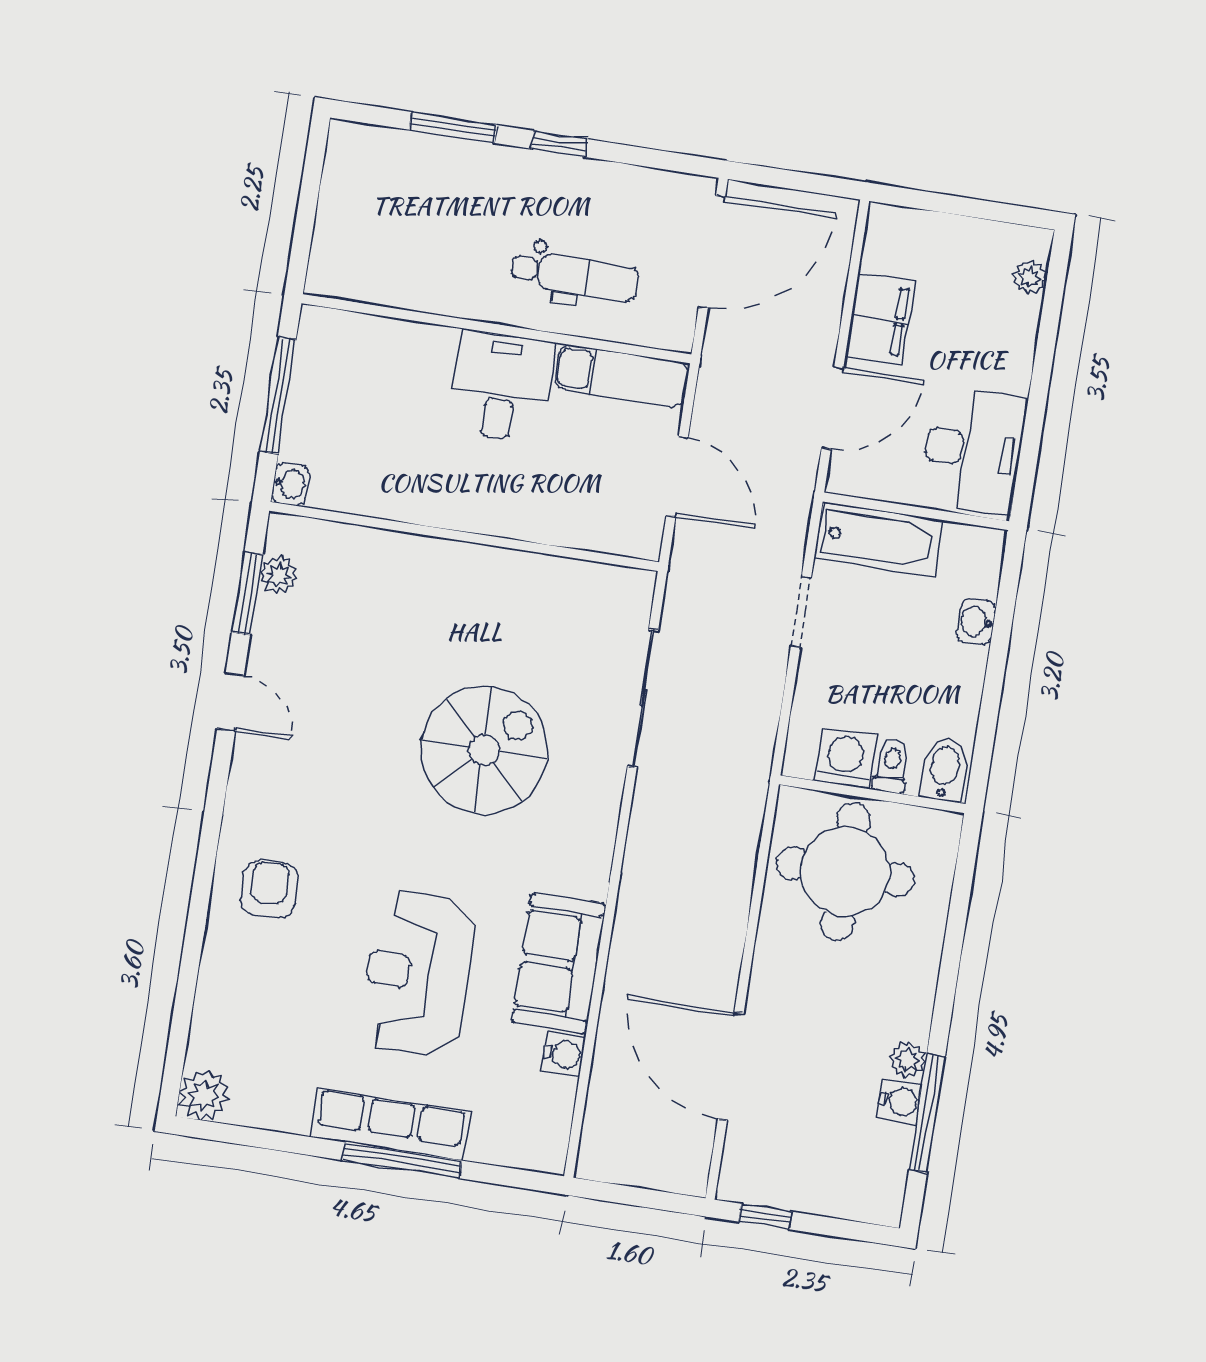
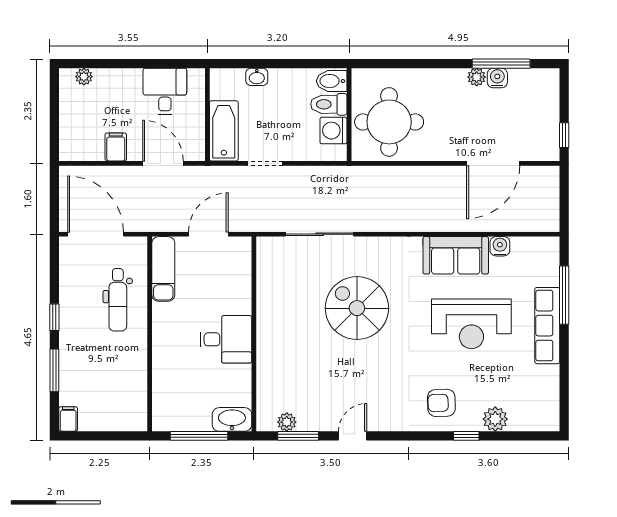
filing cabinet: (352, 140) -> (68, 419), added
dental chair: (574, 276) -> (118, 300), turned 180
filing cabinet: (880, 319) -> (116, 147), width x0.50
desk: (501, 387) -> (226, 339), moved, turned 180
desk: (973, 450) -> (165, 91), width x0.73
washbasin: (290, 484) -> (232, 419), width x1.91, depth x1.45
toilet: (892, 766) -> (329, 104), width x1.37, depth x1.39
window: (195, 929) -> (466, 436), added
plant: (204, 1095) -> (495, 419), moved
window: (402, 1160) -> (564, 295), moved

